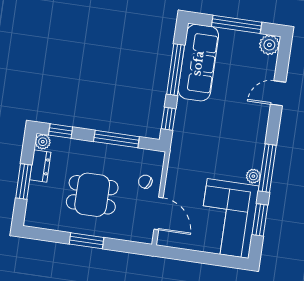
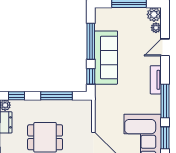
sofa: (198, 63) -> (106, 58), moved
tv unit: (259, 137) -> (156, 80), added
plant: (253, 176) -> (156, 28), moved
chair: (145, 182) -> (81, 123), removed

